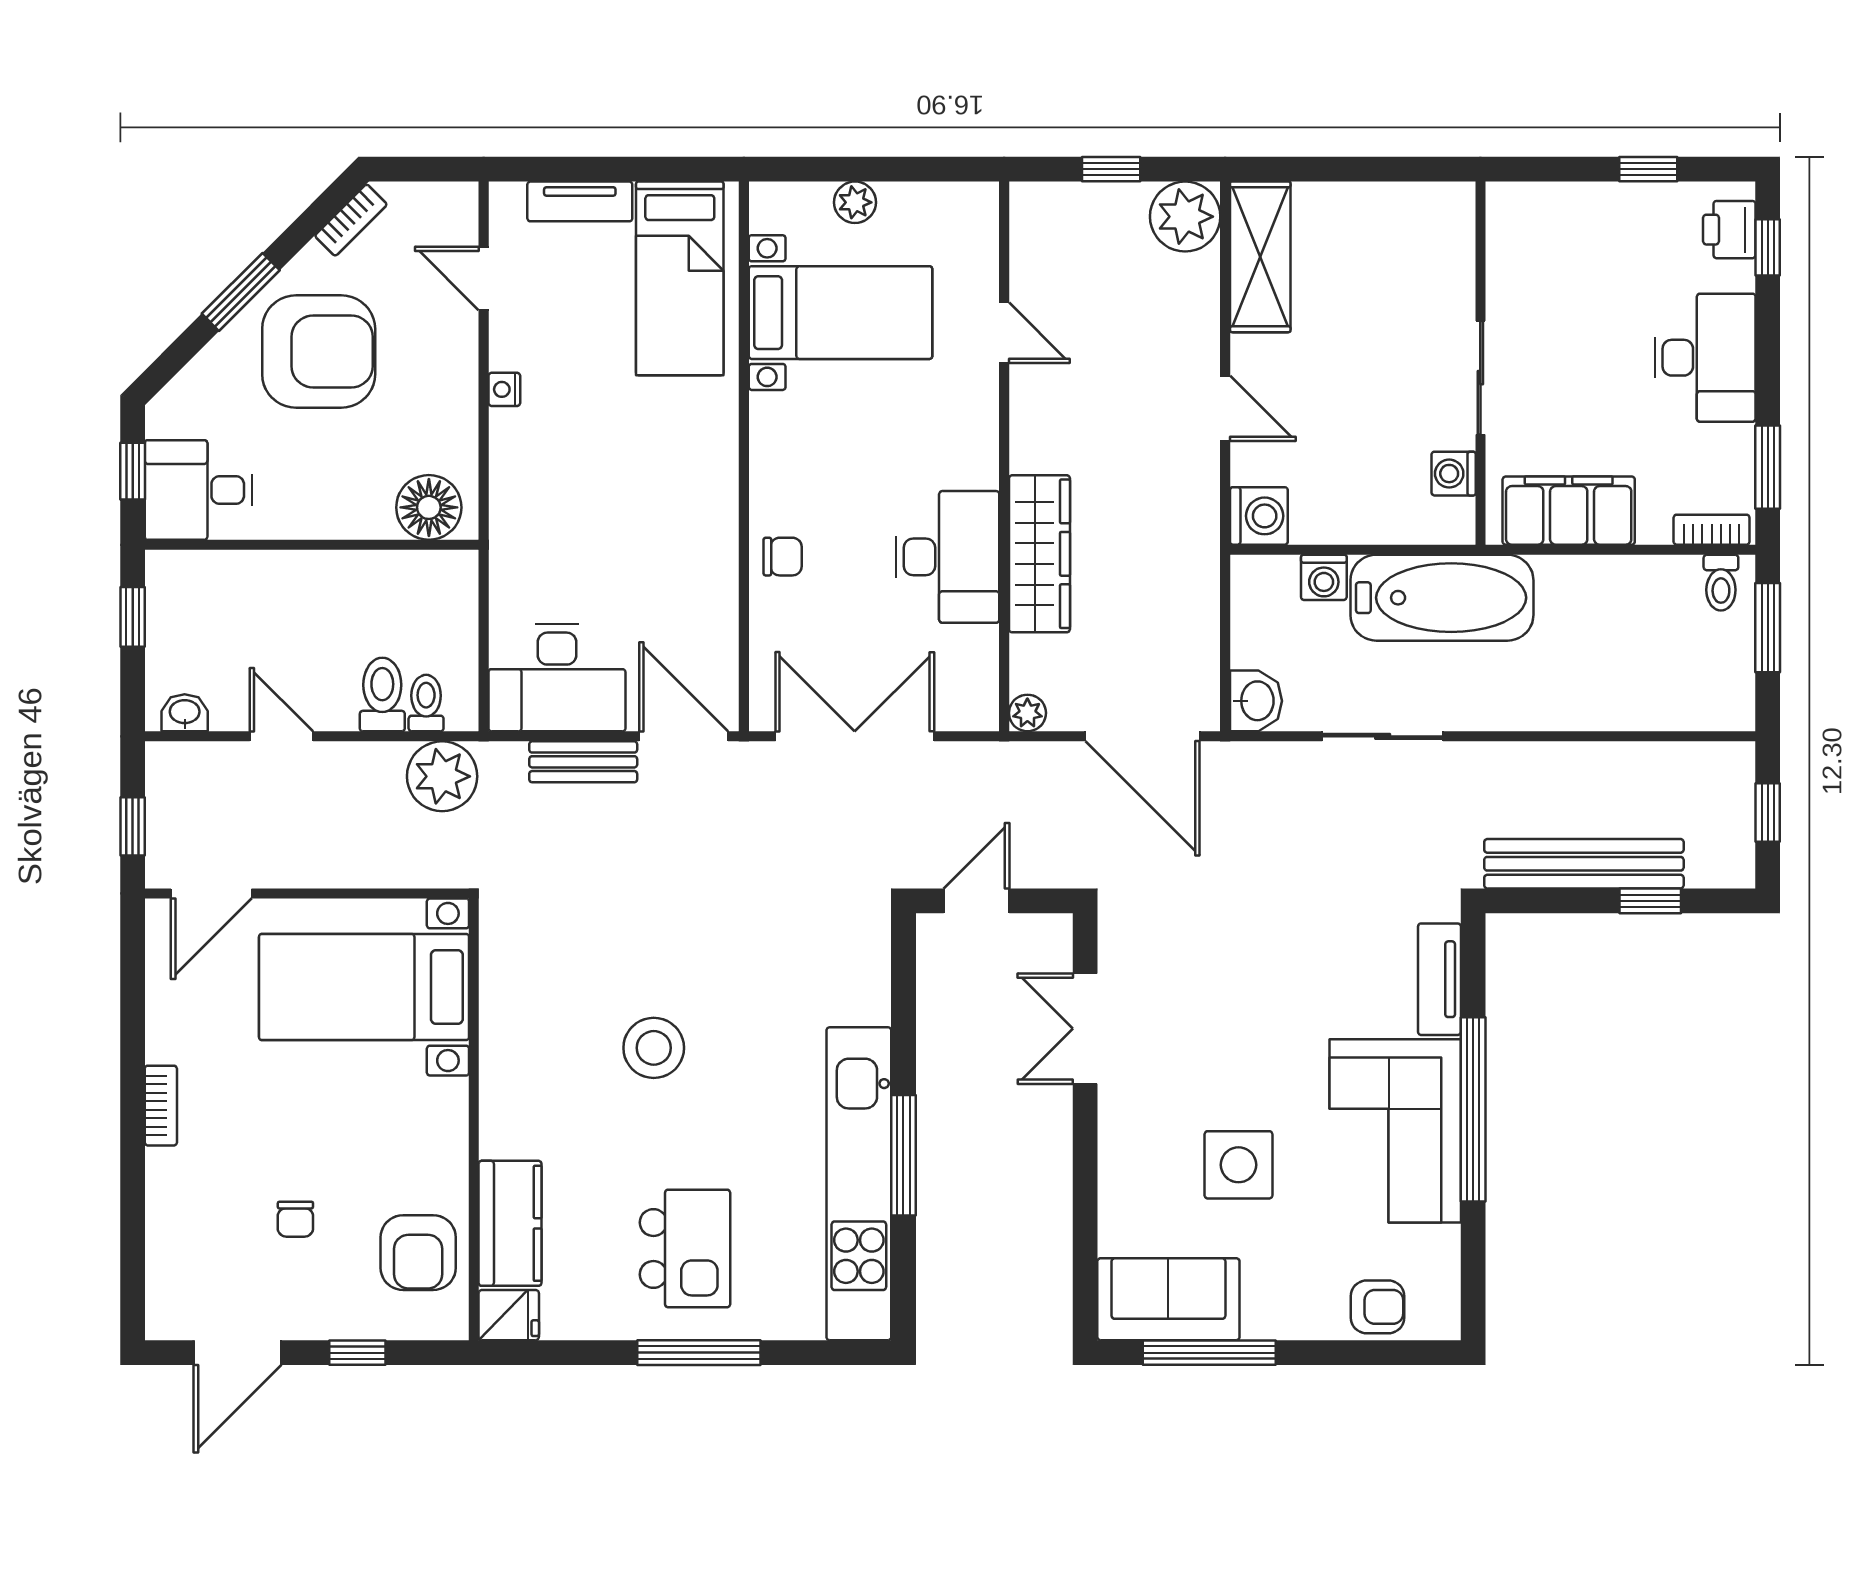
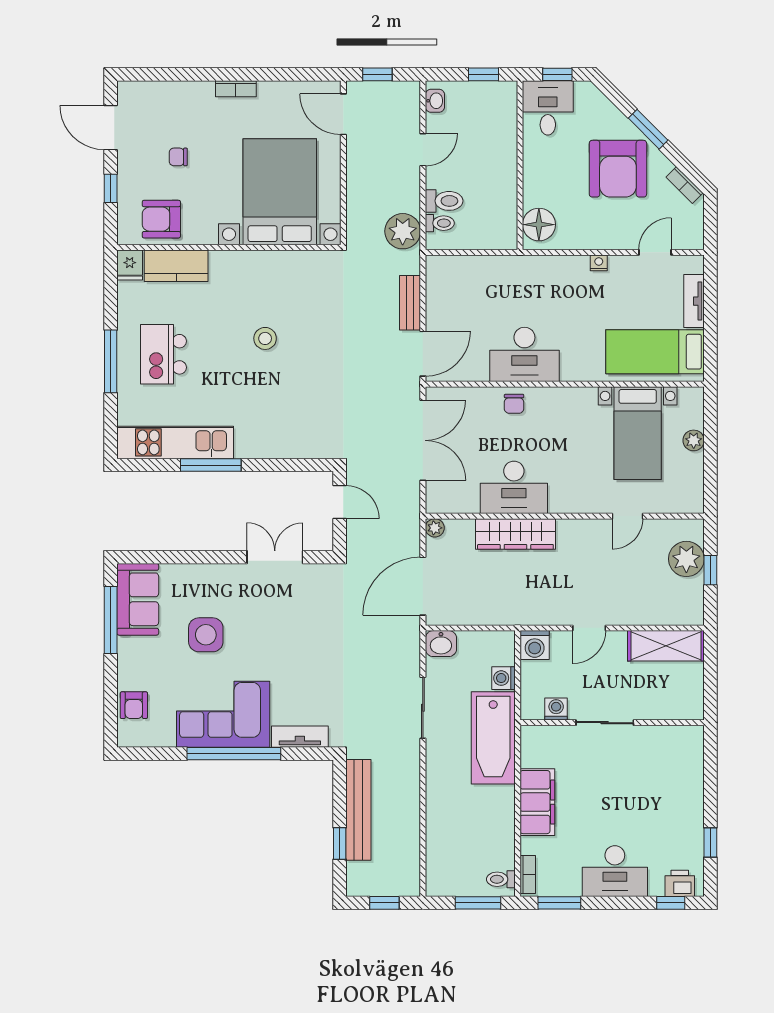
plant: (1185, 217) -> (686, 559), moved
wall: (1480, 363) -> (612, 723), moved
sliding door: (1480, 378) -> (605, 723), moved
washing machine: (1454, 474) -> (556, 709), moved
desk: (557, 678) -> (524, 354), moved, turned -90
bed with nightstands: (364, 987) -> (280, 192), width x1.36
stool: (654, 1048) -> (265, 338), width x0.73, depth x0.73
kitchen unit: (859, 1184) -> (175, 442), width x0.73
kitchen island: (685, 1248) -> (163, 354), turned 90

